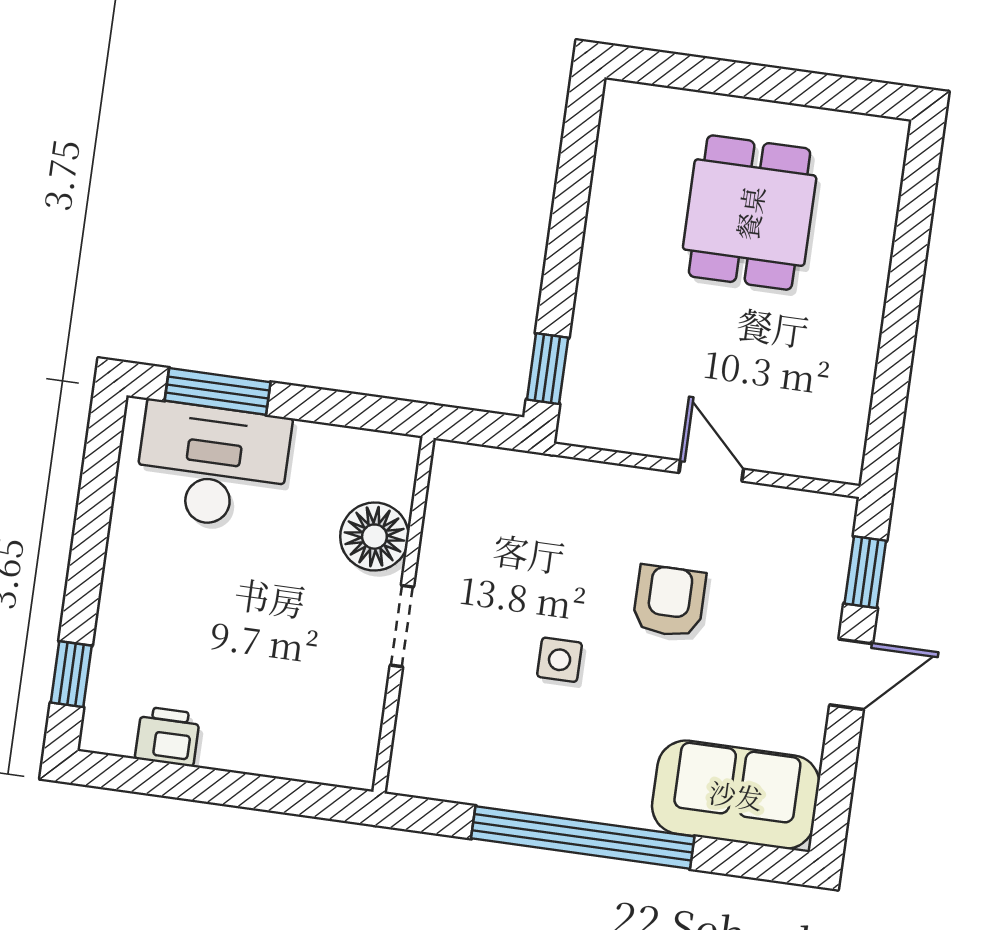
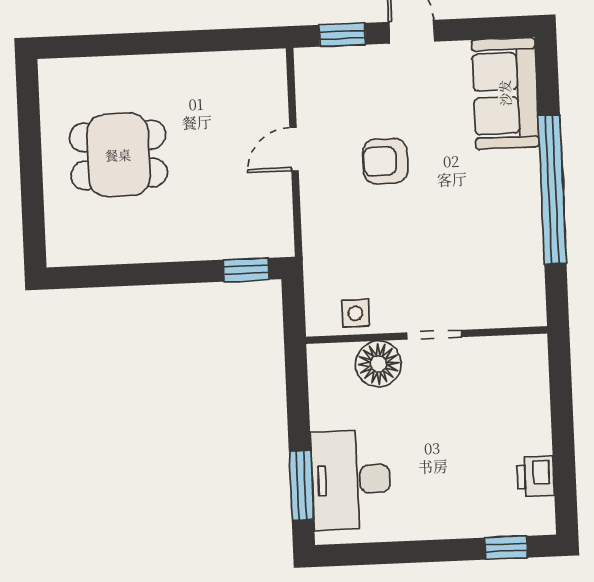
side table: (560, 660) -> (355, 313), moved

